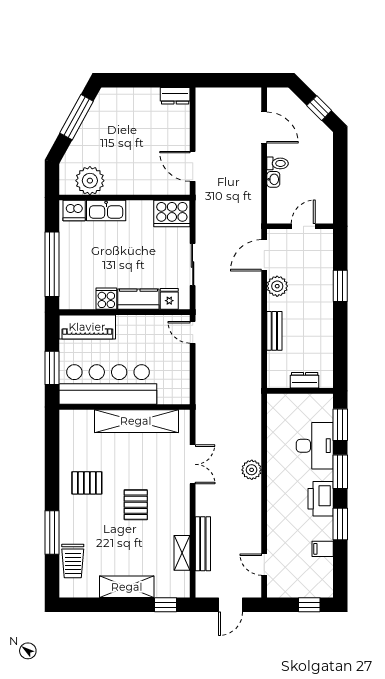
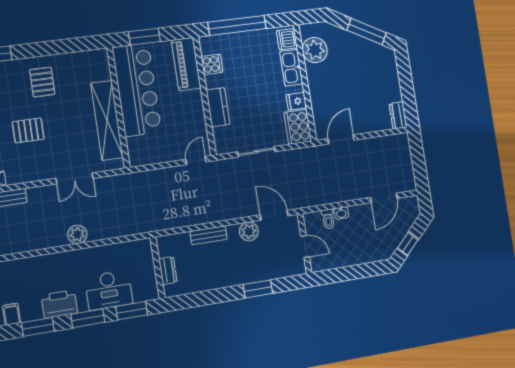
toilet: (277, 163) -> (328, 219), moved
cooker: (106, 299) -> (212, 64), moved
fridge: (169, 299) -> (296, 101), moved, turned 180

